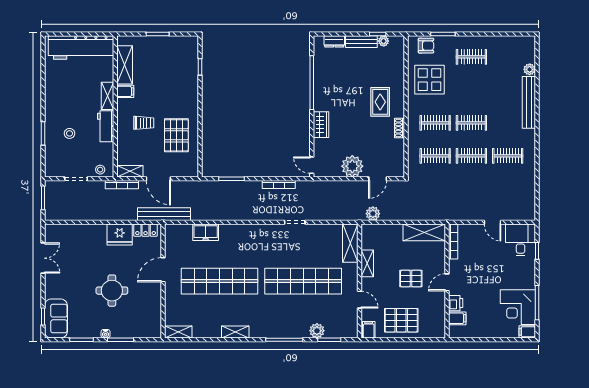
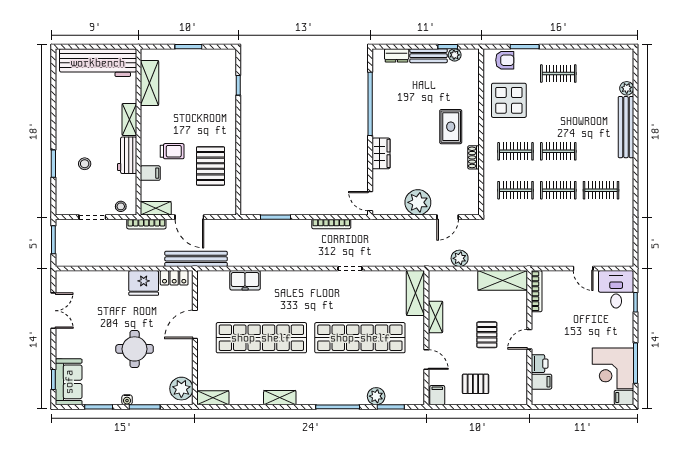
filing cabinet: (125, 91) -> (150, 173), moved
plant: (373, 214) -> (460, 258), moved
pallet: (411, 279) -> (487, 335), turned 90
pallet: (401, 320) -> (476, 384), width x0.67, depth x0.71
plant: (152, 324) -> (181, 389), added

